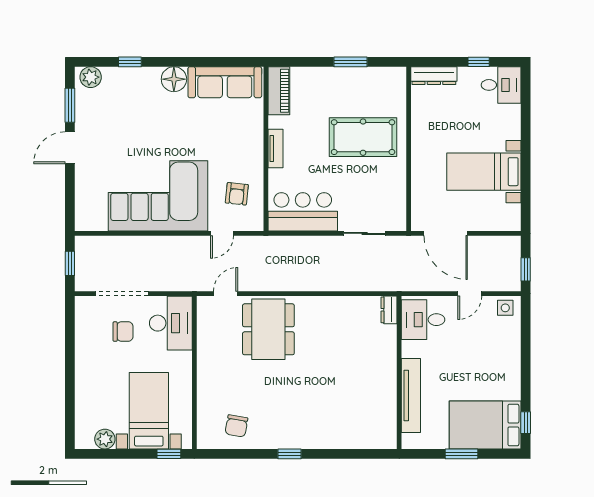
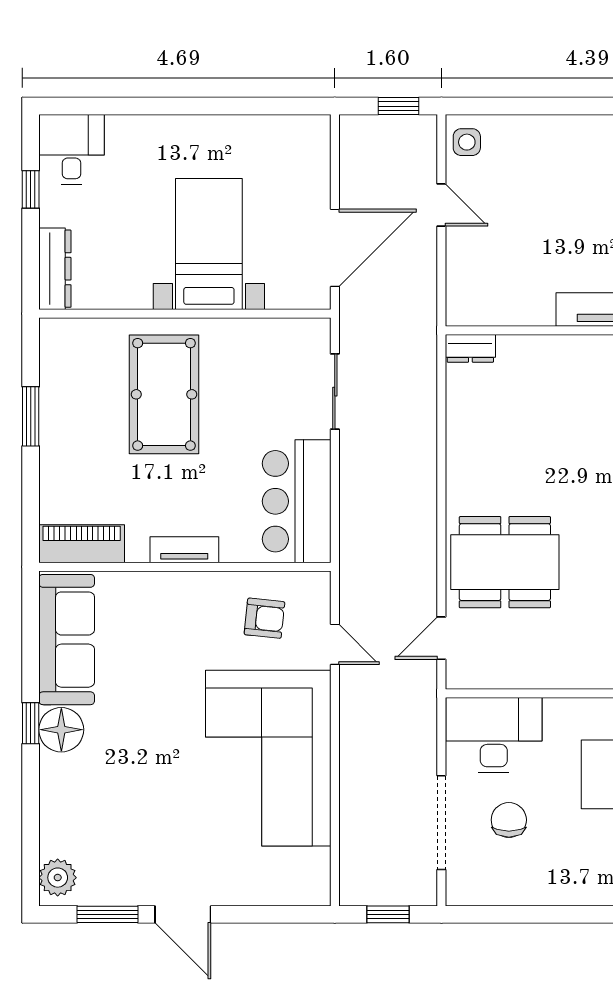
window: (130, 62) -> (31, 723), moved
bed with nightstands: (484, 172) -> (209, 244), moved, turned 180
door: (226, 294) -> (441, 638), hinge flipped
desk: (423, 320) -> (488, 288), removed

